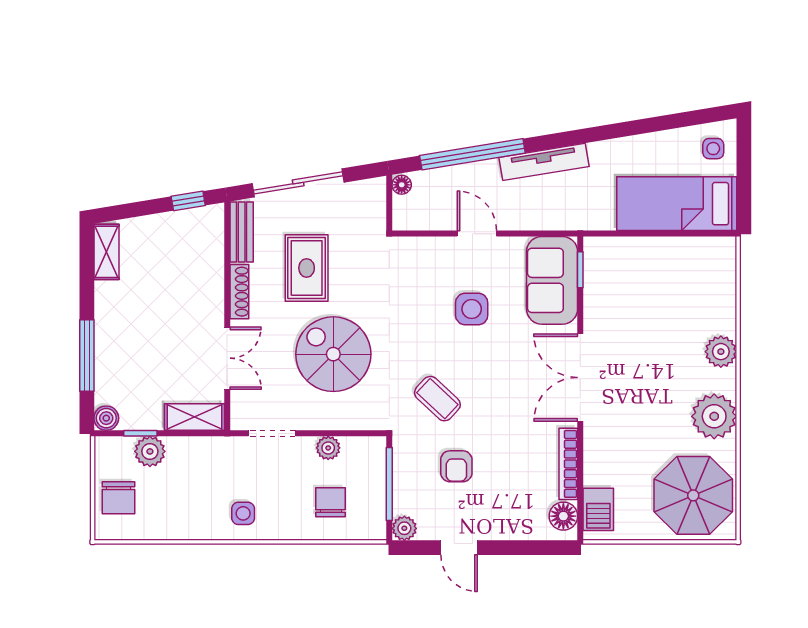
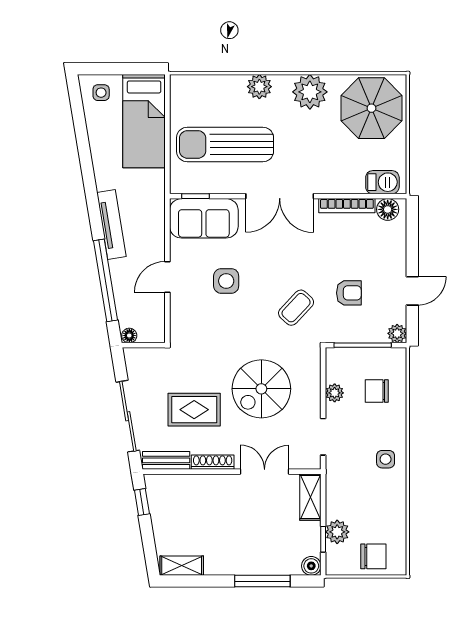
sun lounger: (647, 308) -> (225, 144), added

